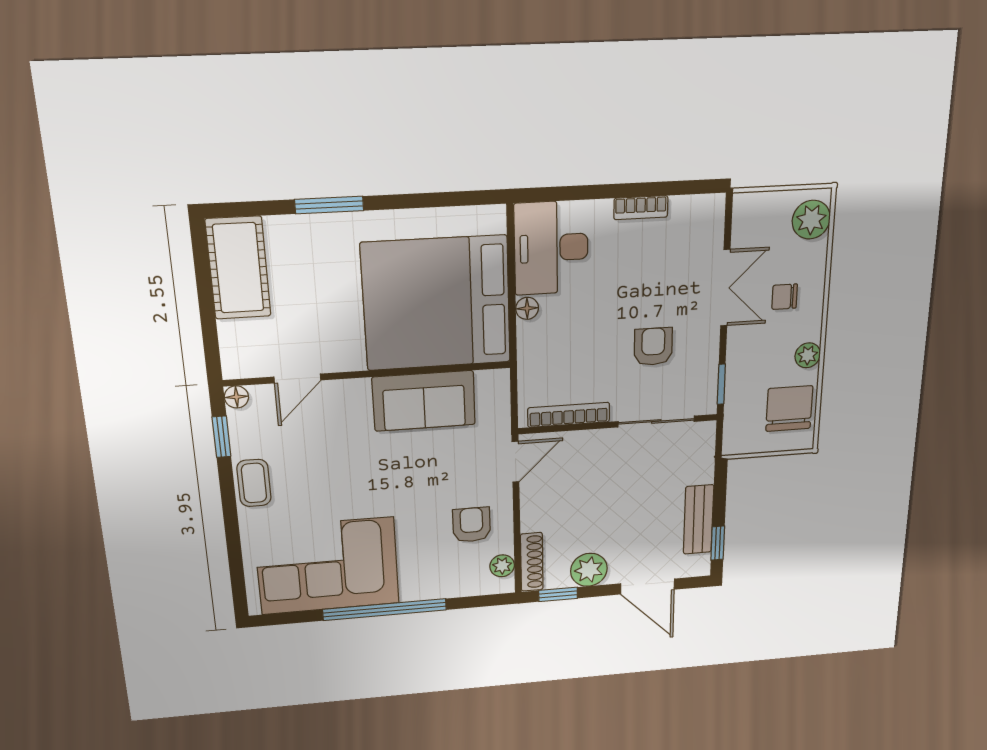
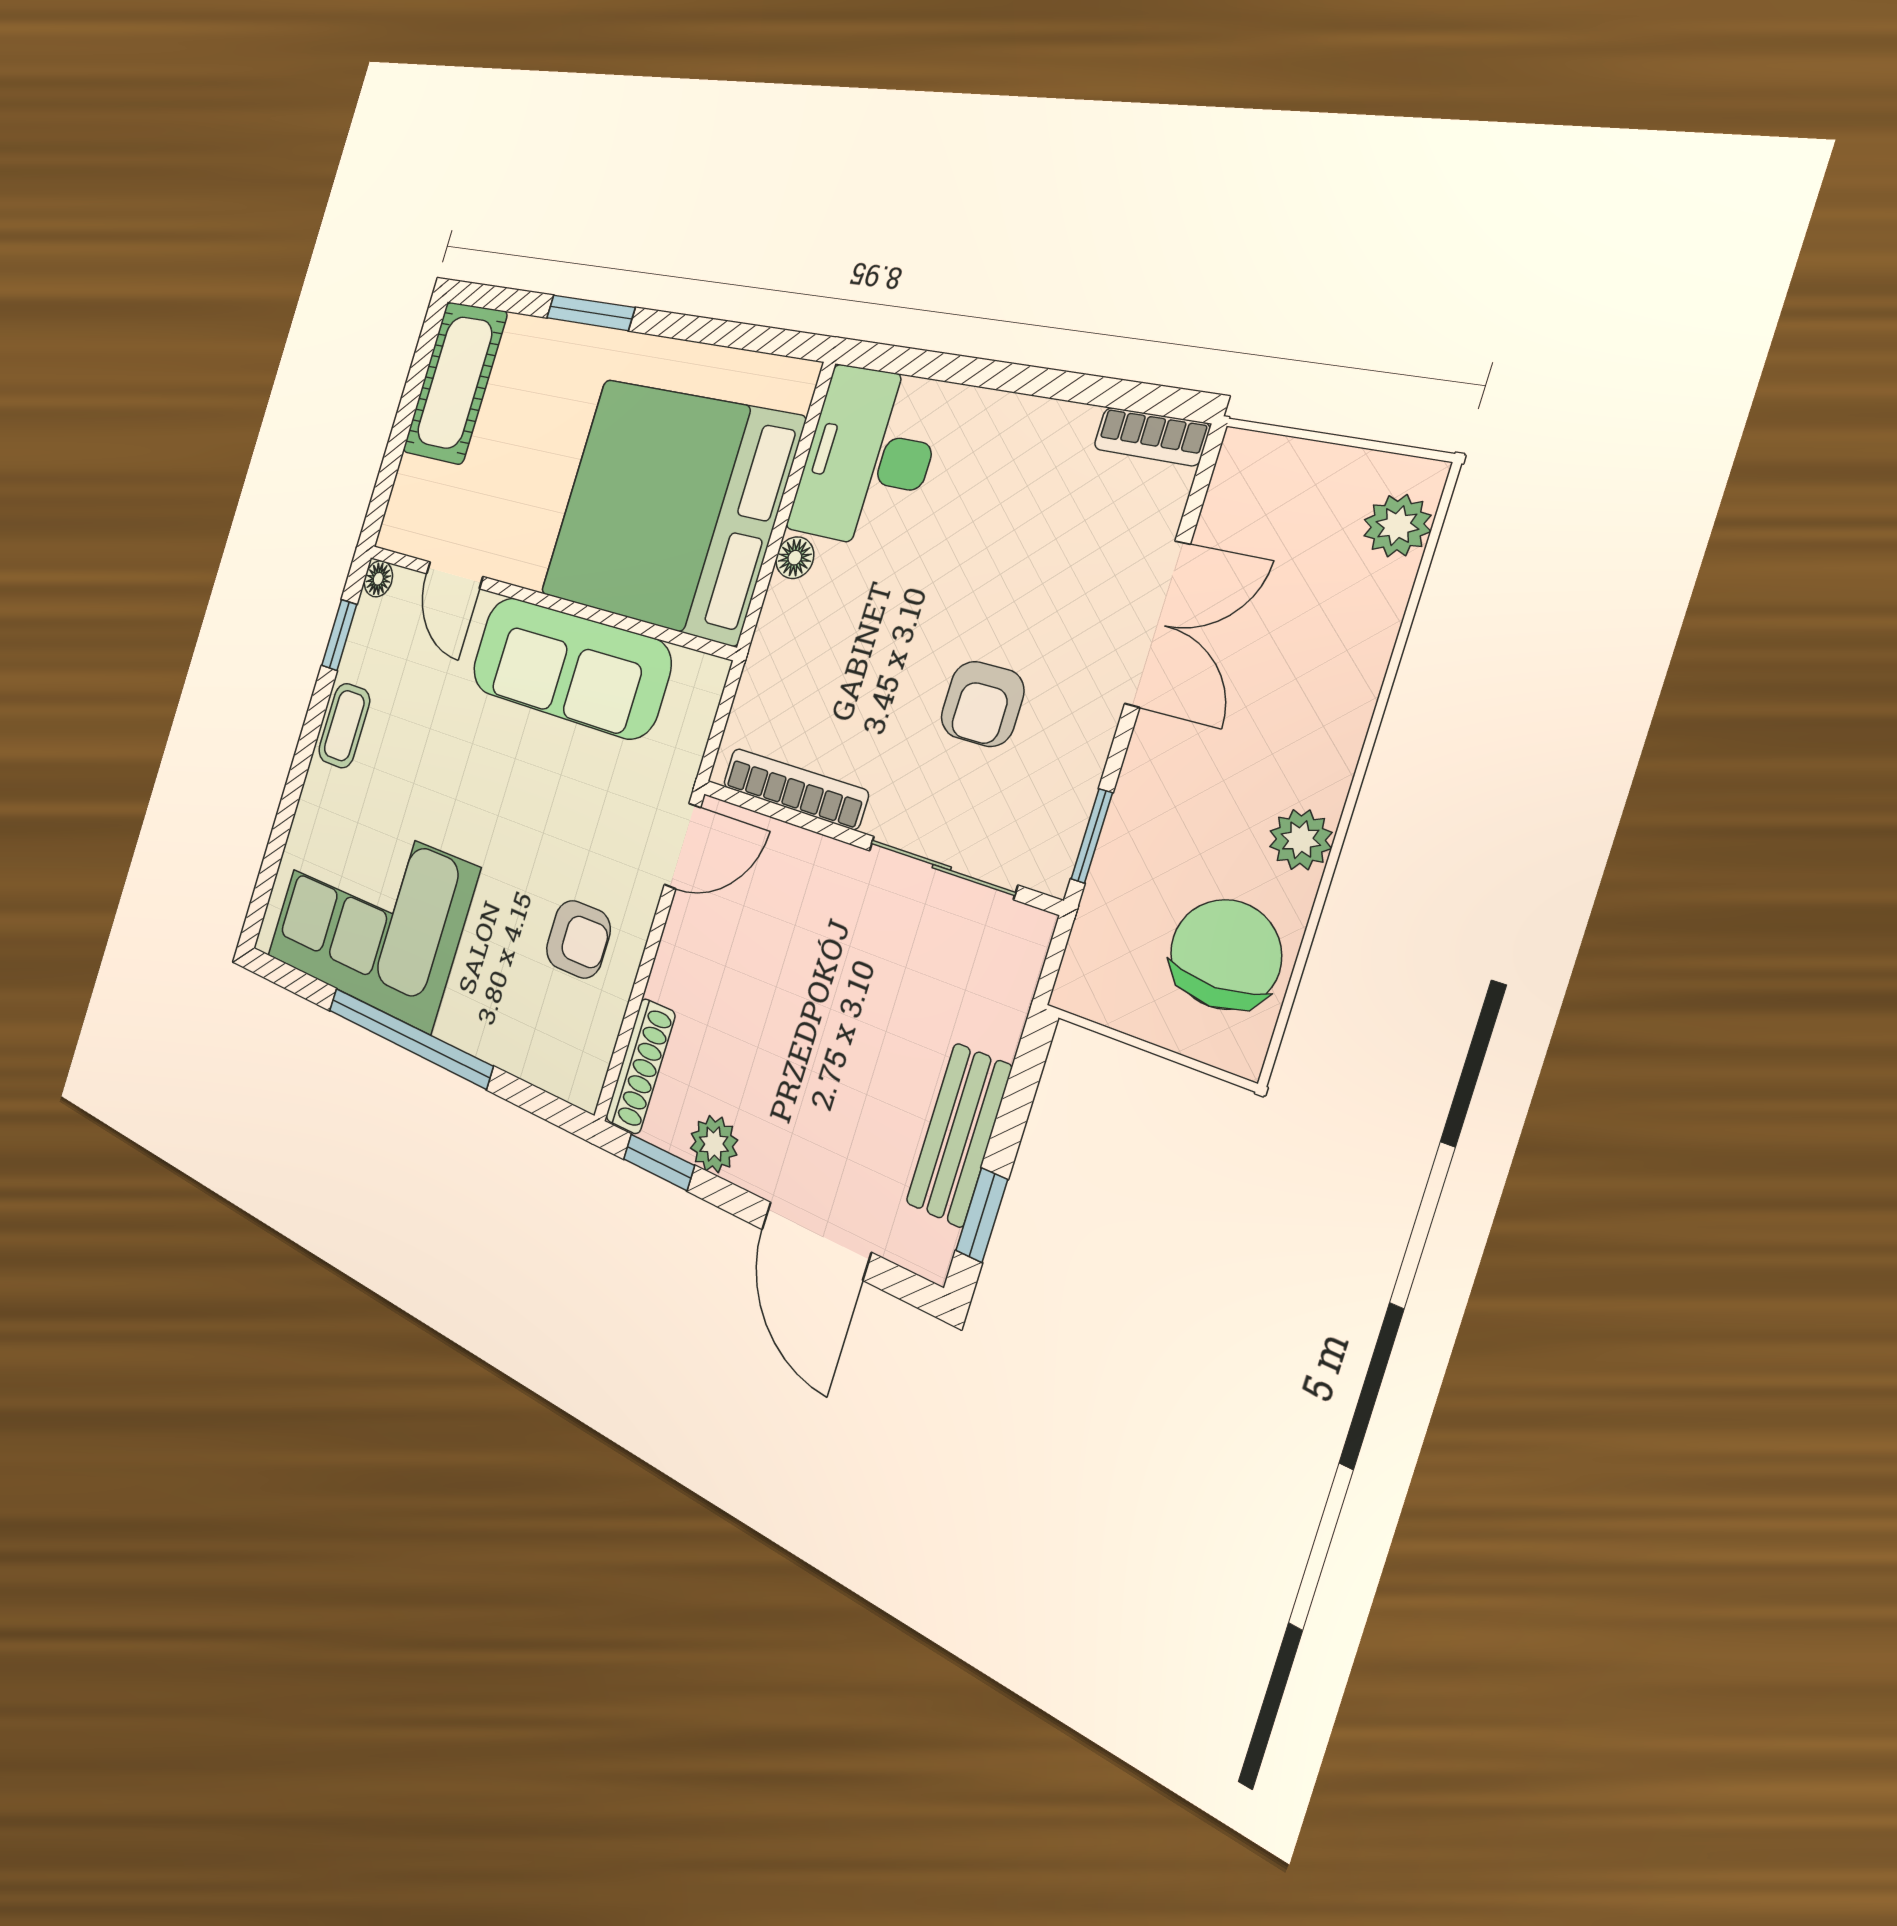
bookcase: (641, 208) -> (1151, 436), moved
plant: (811, 220) -> (1397, 526), width x0.73, depth x0.73
chair: (785, 297) -> (1280, 682), removed
armchair: (653, 347) -> (982, 704), turned 180
door: (297, 378) -> (454, 575), hinge flipped
sofa: (424, 401) -> (569, 667), width x1.36
armchair: (472, 525) -> (578, 939), turned 90
plant: (502, 566) -> (594, 1048), removed
plant: (589, 570) -> (714, 1144), width x0.73, depth x0.73

